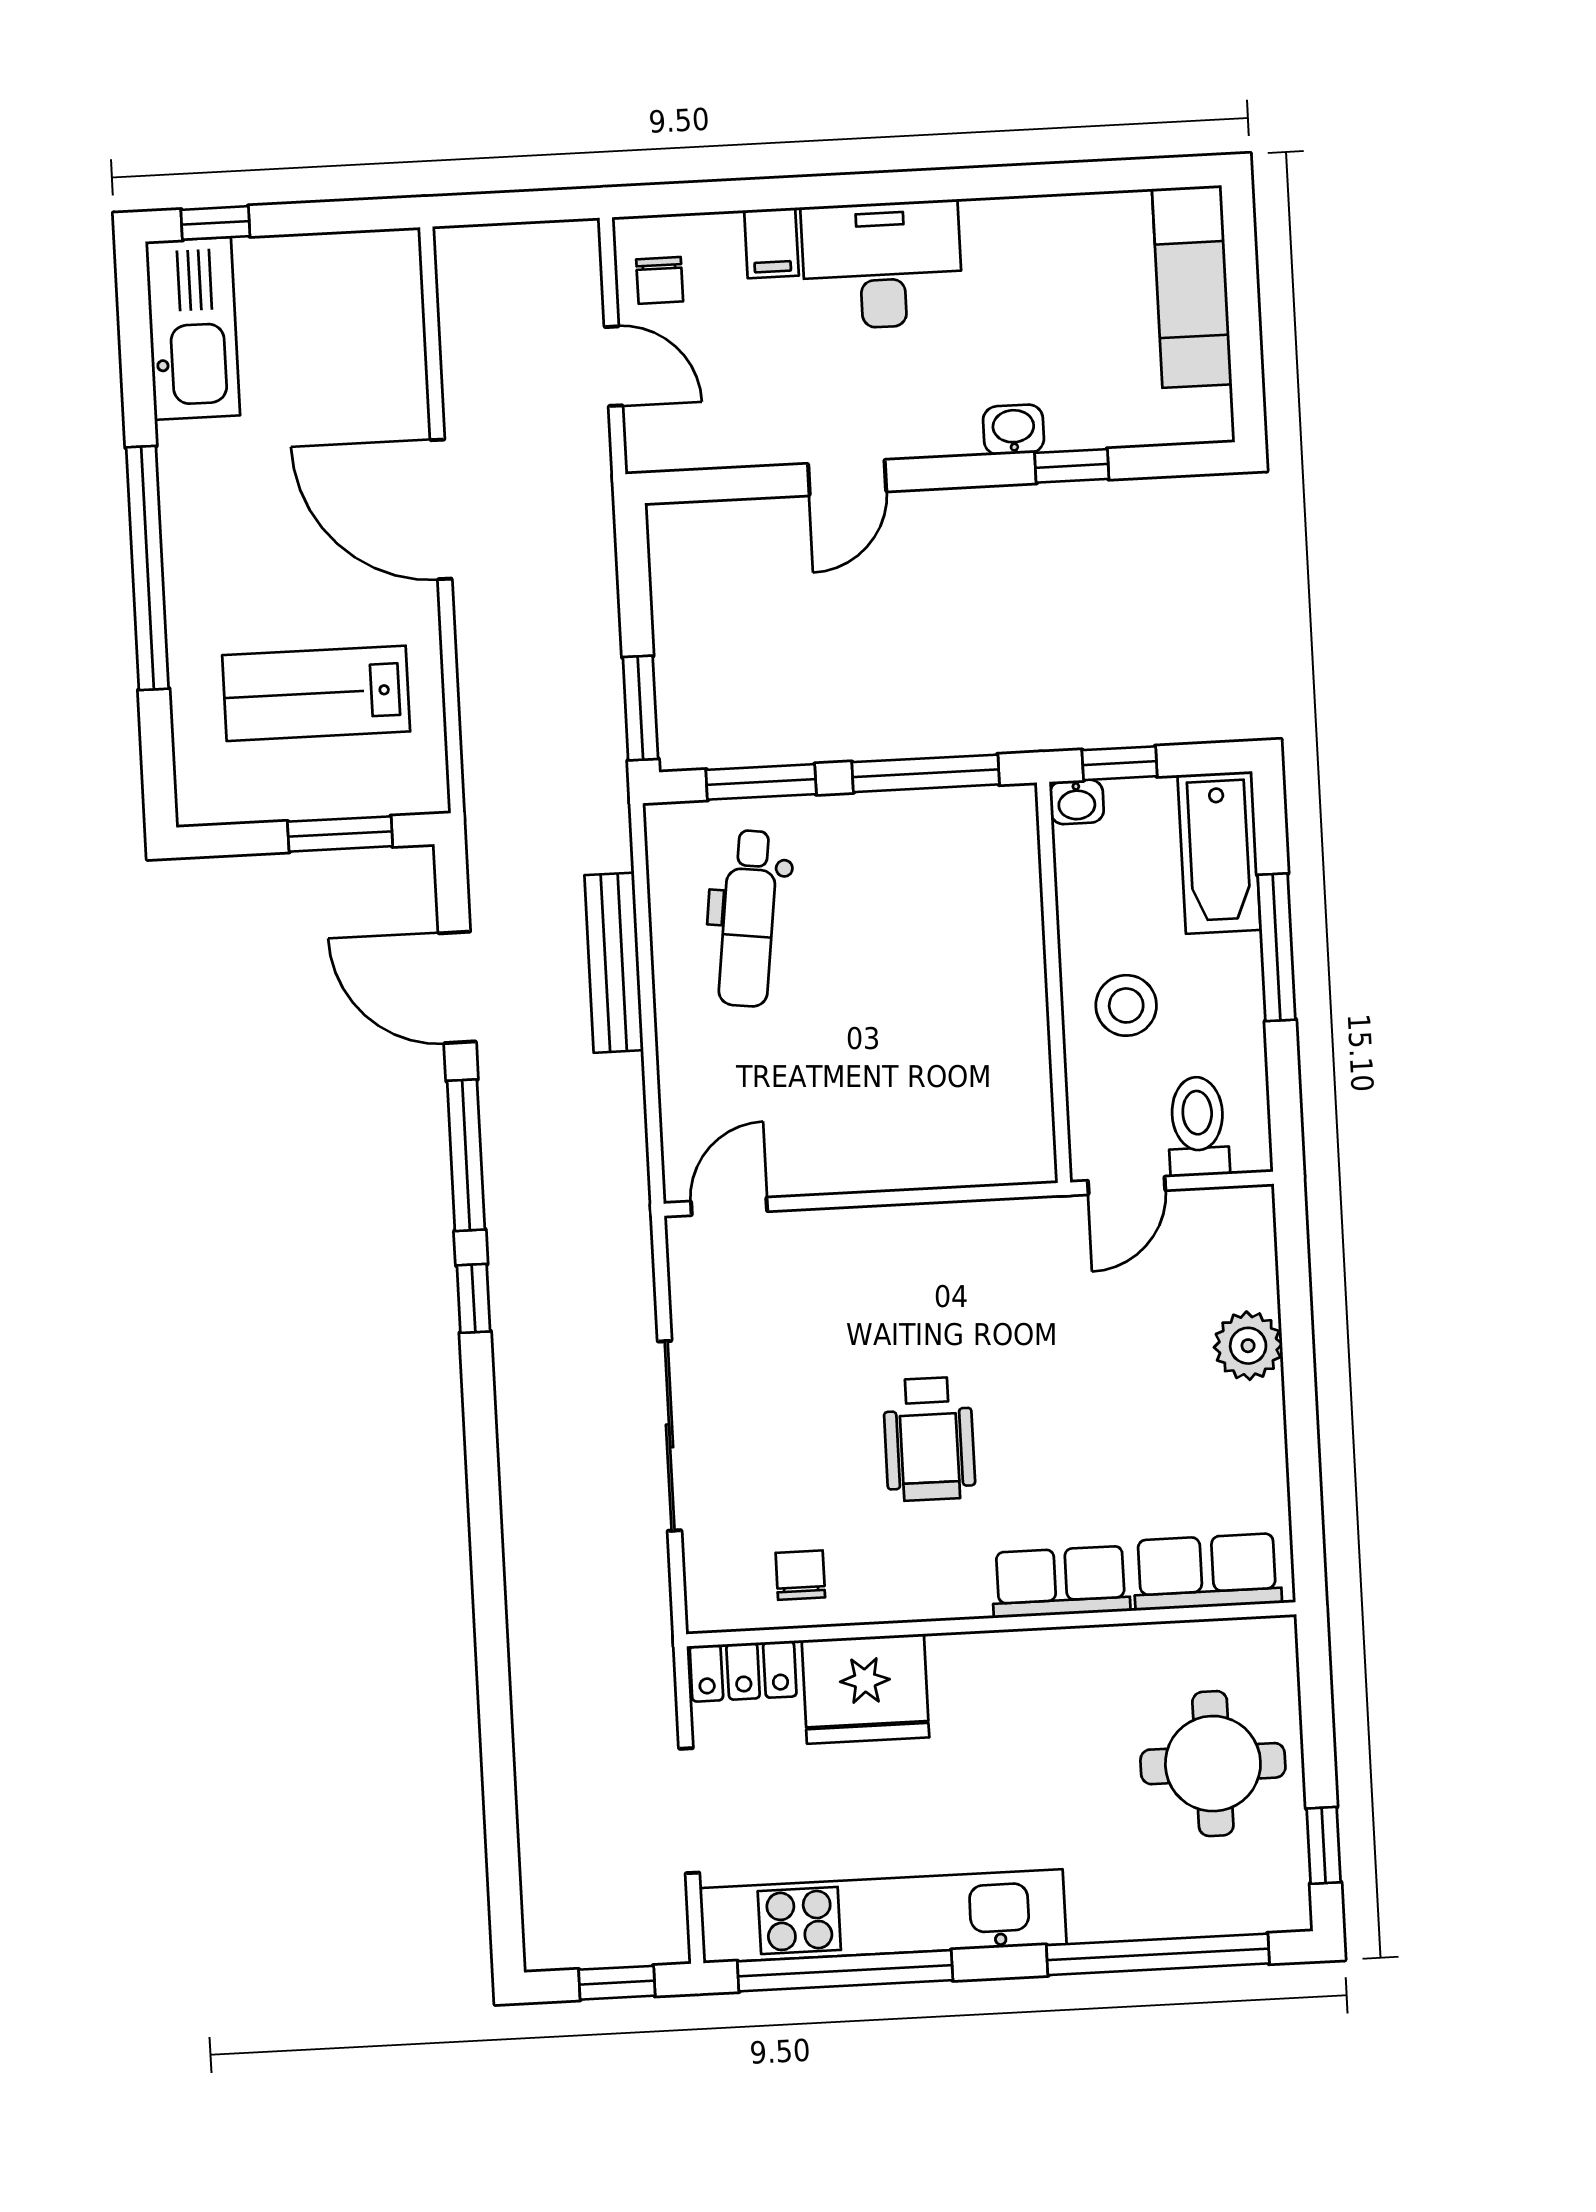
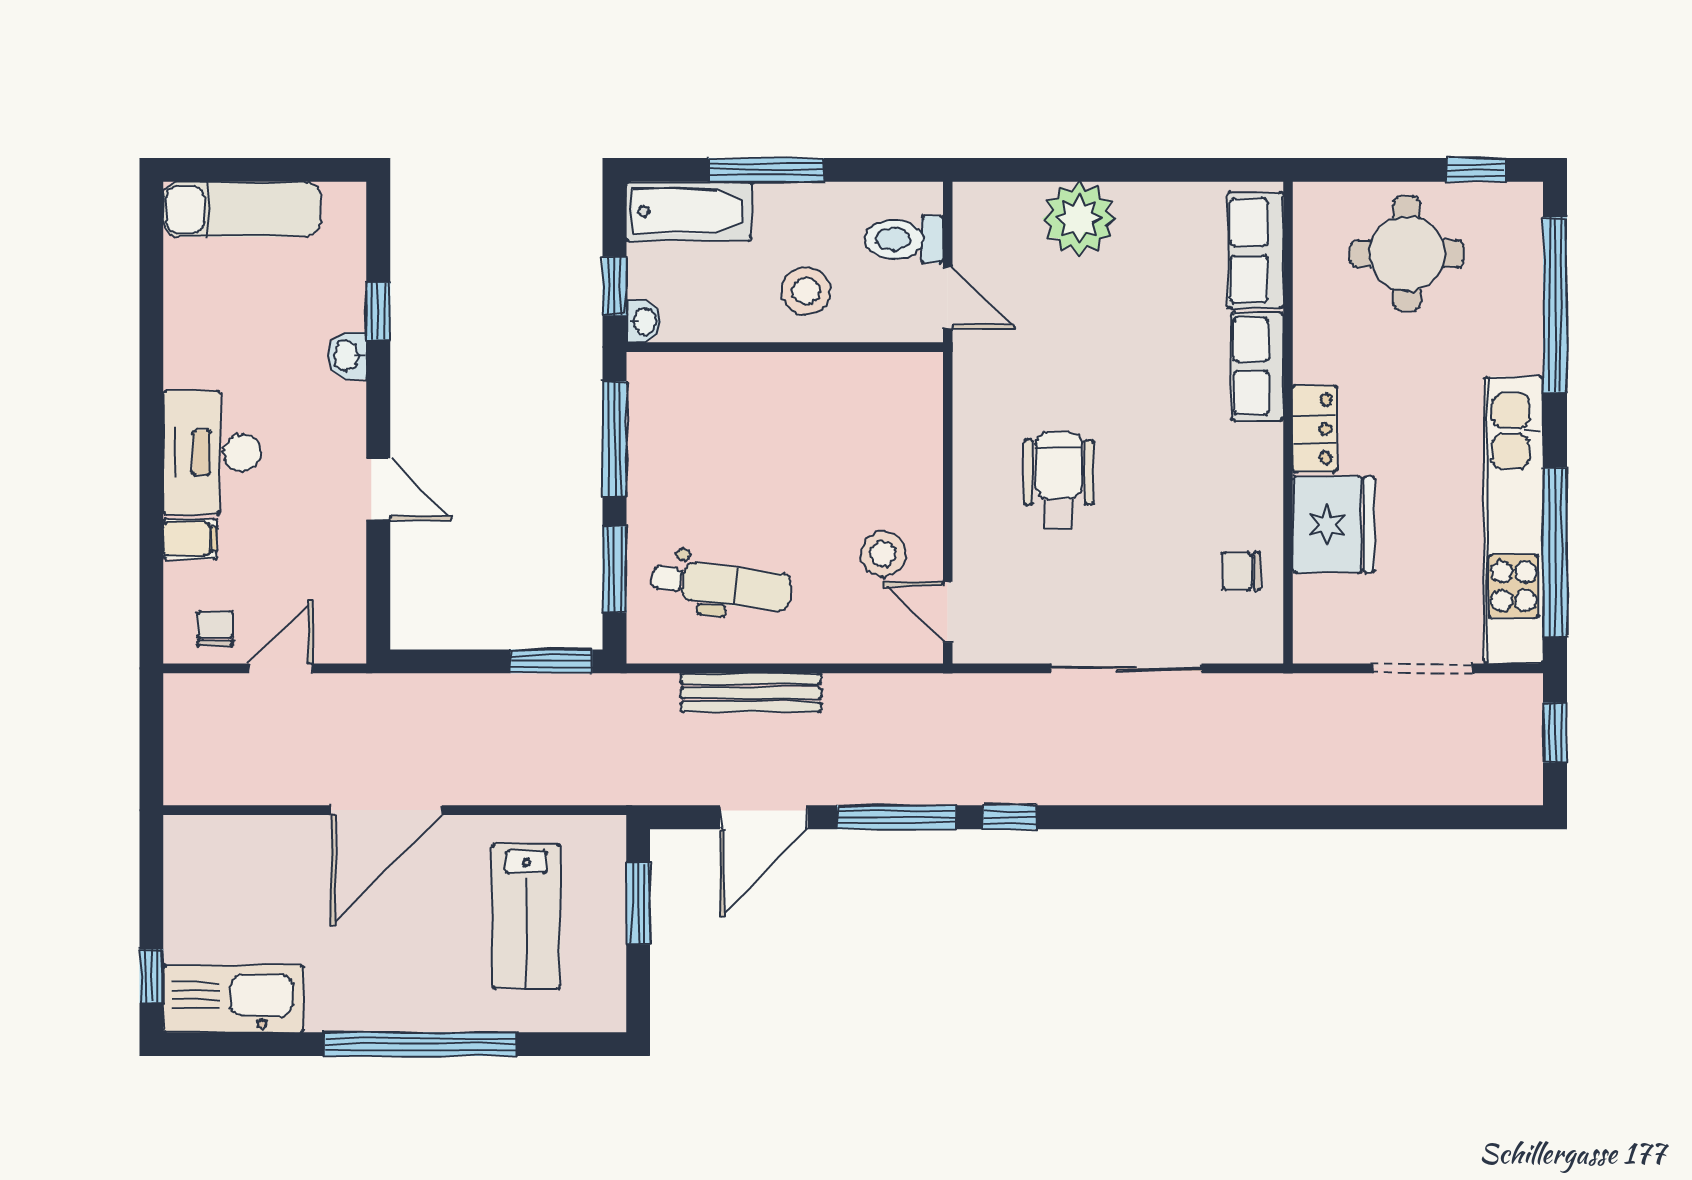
chair: (660, 280) -> (215, 629), turned -90
stool: (798, 1121) -> (883, 554), added
plant: (1248, 1346) -> (1079, 219), width x1.36, depth x1.36
wheelchair: (929, 1439) -> (1059, 480), moved, turned -90
locker: (743, 1671) -> (1315, 429), moved

